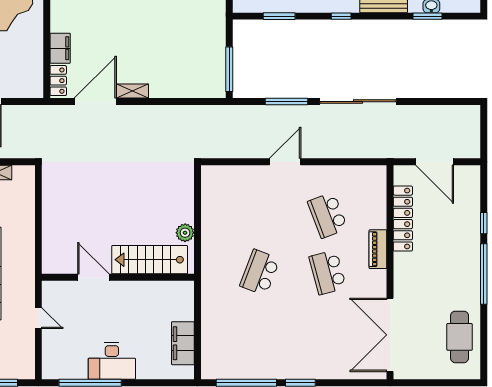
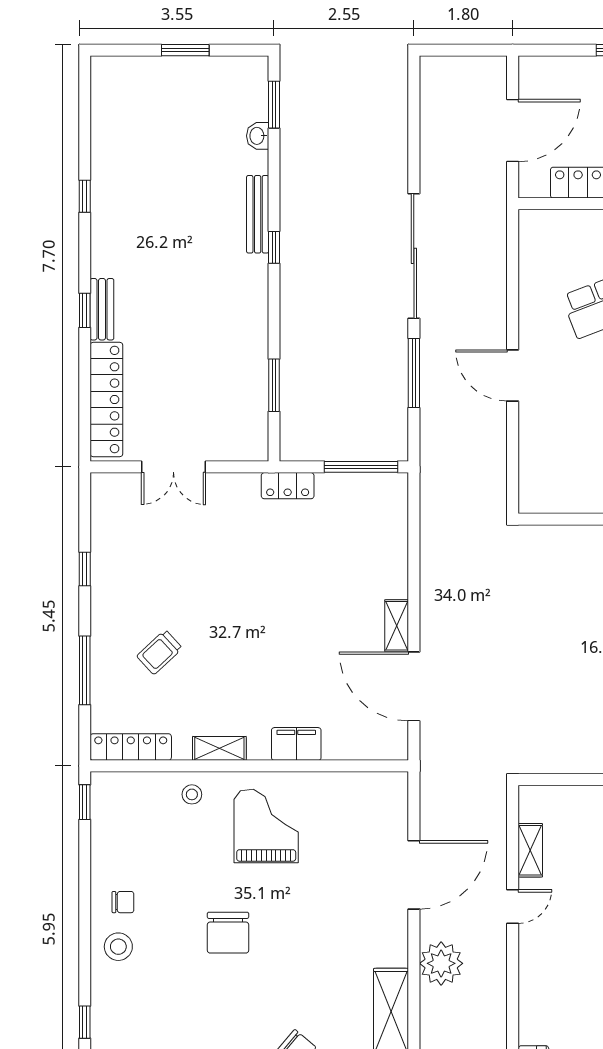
window: (341, 16) -> (274, 247), moved
window: (427, 16) -> (274, 105), moved
filing cabinet: (60, 48) -> (296, 744), moved
locker: (58, 81) -> (288, 486), moved, turned 180

